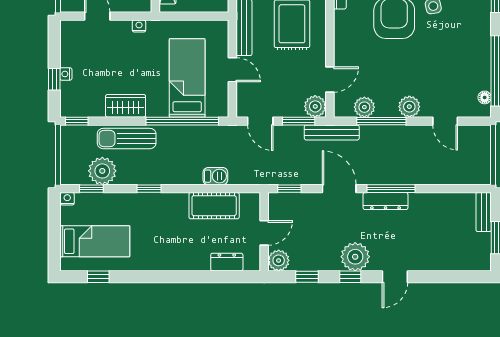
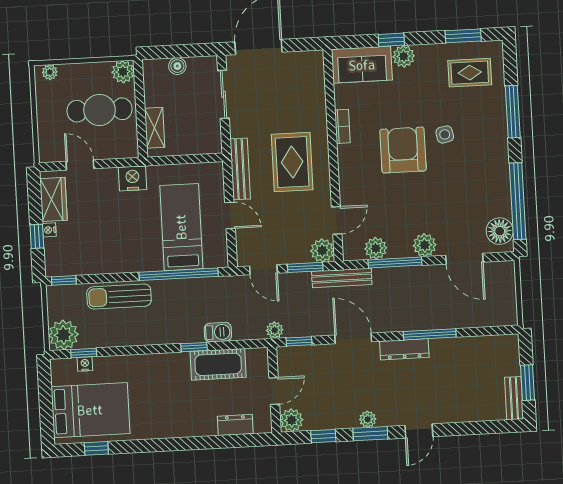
nightstand: (139, 26) -> (132, 178), width x1.89, depth x1.79
floor lamp: (485, 97) -> (500, 231), width x1.89, depth x1.89
wardrobe: (126, 106) -> (54, 199), moved, turned 90
door: (445, 121) -> (464, 259), width x1.38
plant: (102, 171) -> (63, 335), moved
plant: (268, 177) -> (275, 330), added
window: (149, 189) -> (194, 347), moved
window: (391, 189) -> (430, 334), moved
nightstand: (67, 199) -> (85, 364), moved
bench: (484, 212) -> (514, 398), moved
bed: (95, 241) -> (90, 410), width x1.50
plant: (355, 257) -> (368, 419), width x0.53, depth x0.53
window: (350, 277) -> (370, 434), width x1.50

